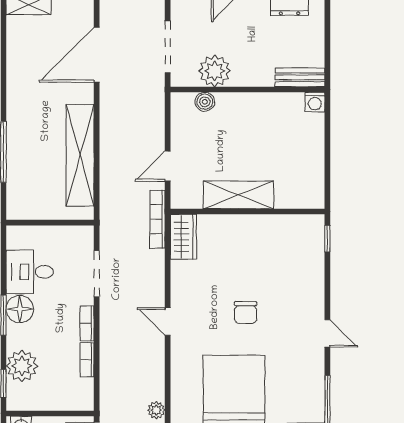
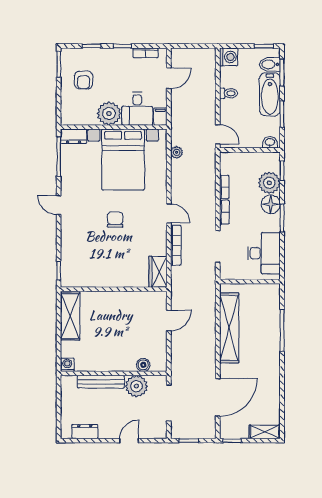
bench: (300, 77) -> (101, 382), moved, width x1.36
shelving: (239, 195) -> (70, 316), moved, turned 90
bookcase: (158, 219) -> (176, 245), moved
desk: (30, 272) -> (264, 253), width x1.37
floor lamp: (20, 309) -> (271, 204), moved

